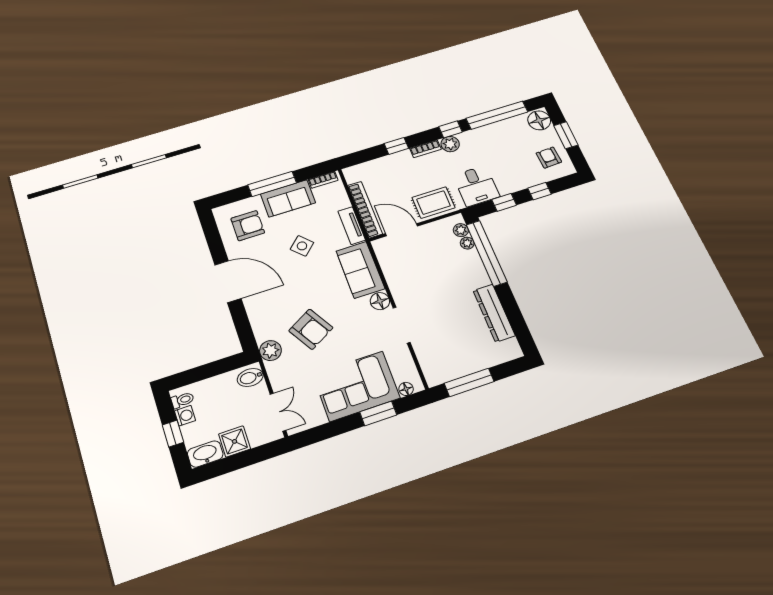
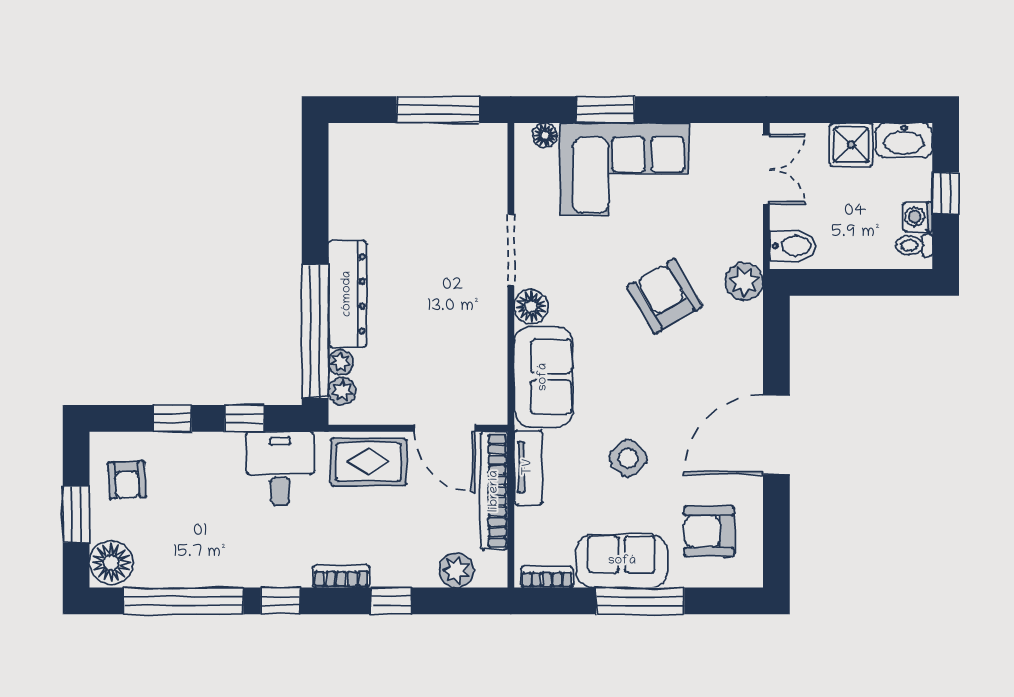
plant: (450, 144) -> (456, 570), moved
door: (228, 282) -> (776, 435), hinge flipped
dresser: (494, 313) -> (347, 294), moved
double door: (278, 412) -> (766, 169), swing flipped

